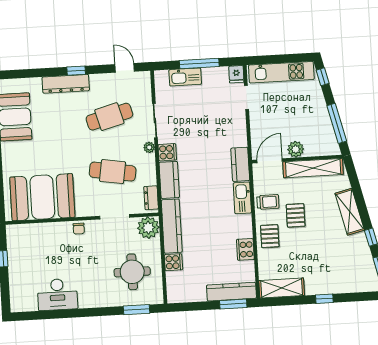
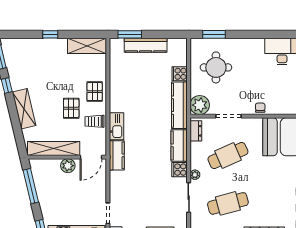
cafe table: (113, 172) -> (228, 155), turned -33
cooker: (245, 249) -> (117, 81), removed
kitchen counter: (232, 292) -> (146, 45), moved

